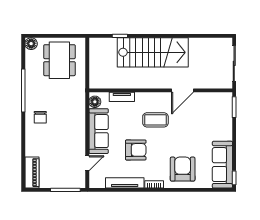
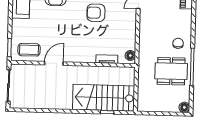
stairs: (153, 52) -> (104, 98), moved
dining table: (59, 60) -> (171, 71), moved, turned 90
coffee table: (155, 120) -> (29, 50), moved
sofa: (99, 131) -> (128, 30), removed

